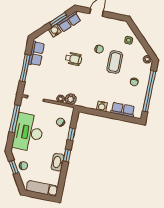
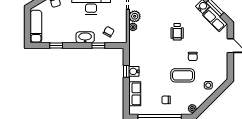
plant: (71, 99) -> (135, 16), moved
window: (100, 113) -> (126, 71), added
window: (67, 155) -> (56, 46), moved
washbasin: (58, 162) -> (85, 37), moved

